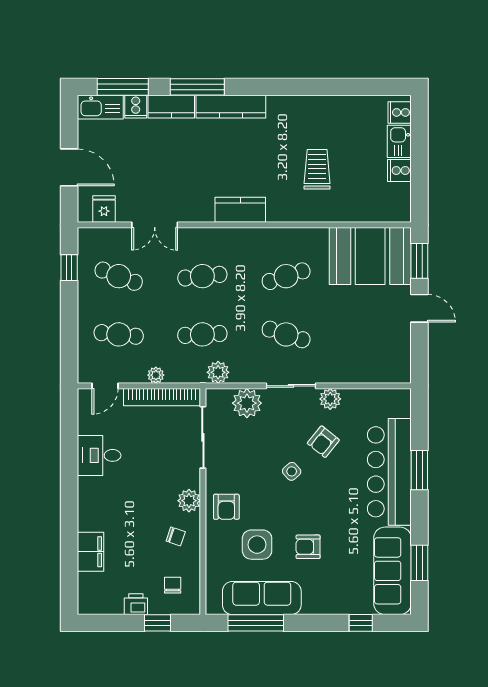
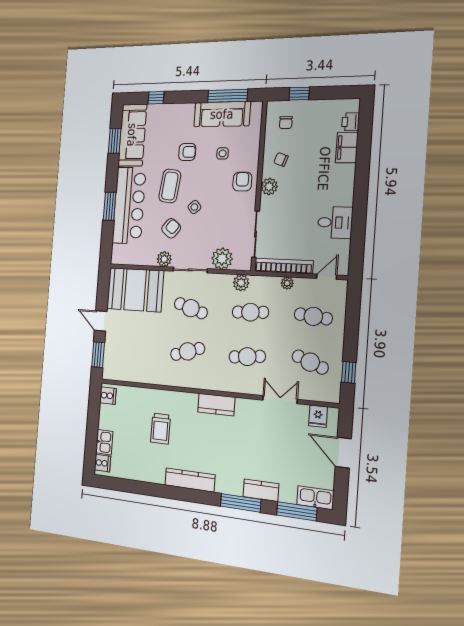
cooker: (136, 107) -> (288, 494), removed
kitchen counter: (231, 107) -> (190, 480), moved
cooker: (399, 170) -> (108, 396), moved
booth: (370, 256) -> (135, 290), moved
coffee table: (330, 500) -> (170, 186), added
side table: (257, 545) -> (223, 153), width x0.54, depth x0.54
printer: (136, 604) -> (351, 122), moved, turned 90

